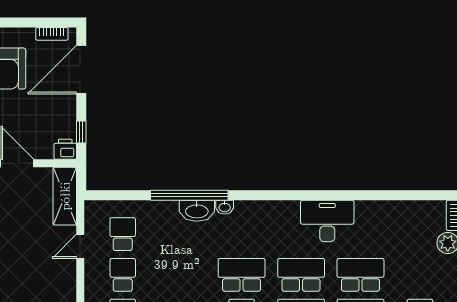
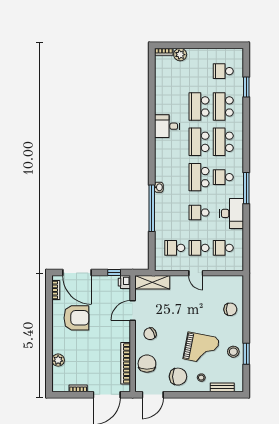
washbasin: (197, 211) -> (161, 204), removed
desk: (327, 221) -> (167, 126), width x0.73
door: (80, 246) -> (196, 273), moved
school desk: (182, 275) -> (199, 213), added

